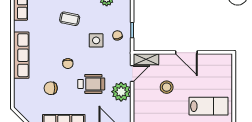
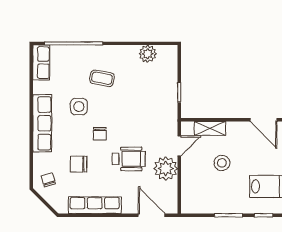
chair: (117, 35) -> (48, 180), moved
side table: (96, 40) -> (79, 107), moved
door: (186, 52) -> (263, 120), moved
shelving: (146, 59) -> (210, 128), moved

